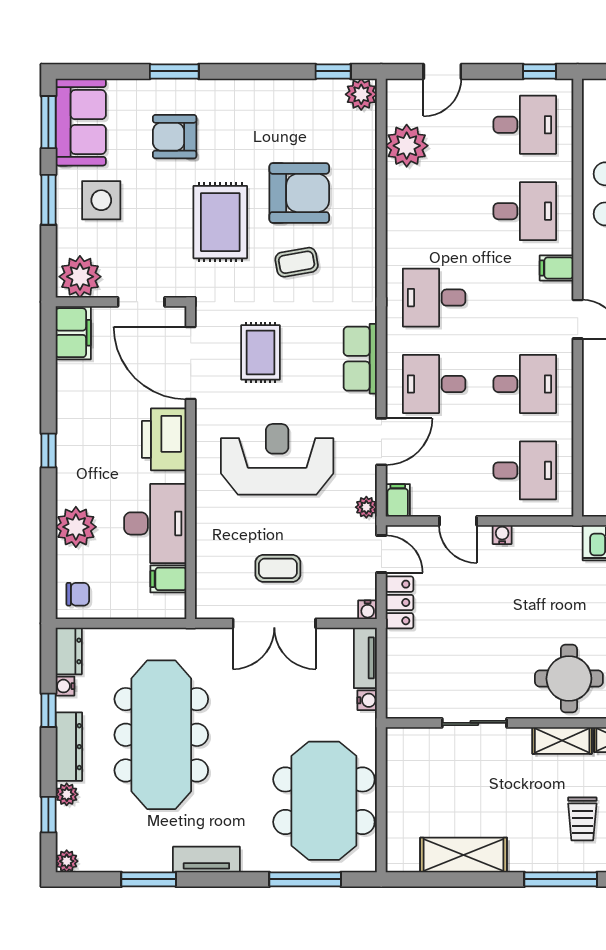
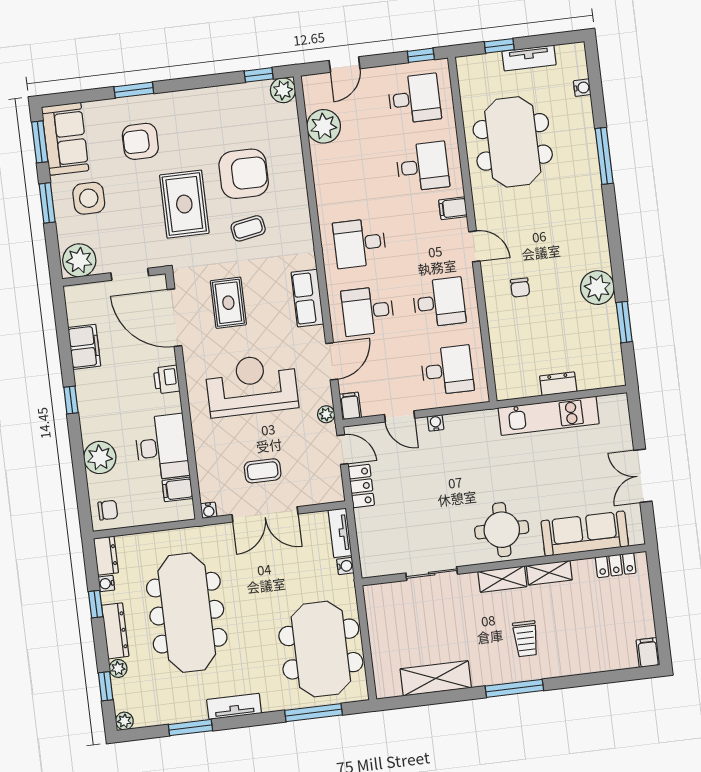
filing cabinet: (73, 333) -> (84, 347), moved
printer: (164, 439) -> (167, 380), width x0.53, depth x0.68
water cooler: (368, 610) -> (209, 510), moved

